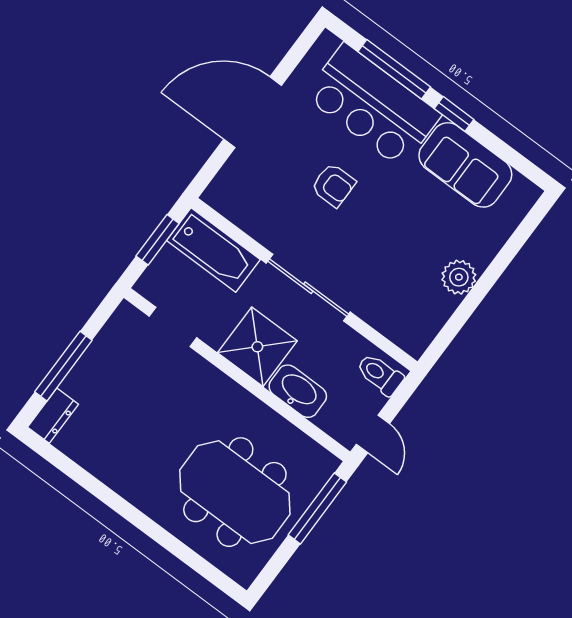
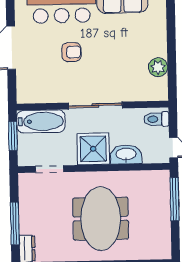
plant: (459, 277) -> (158, 67), moved
meeting table: (235, 492) -> (101, 219), moved, turned 90

